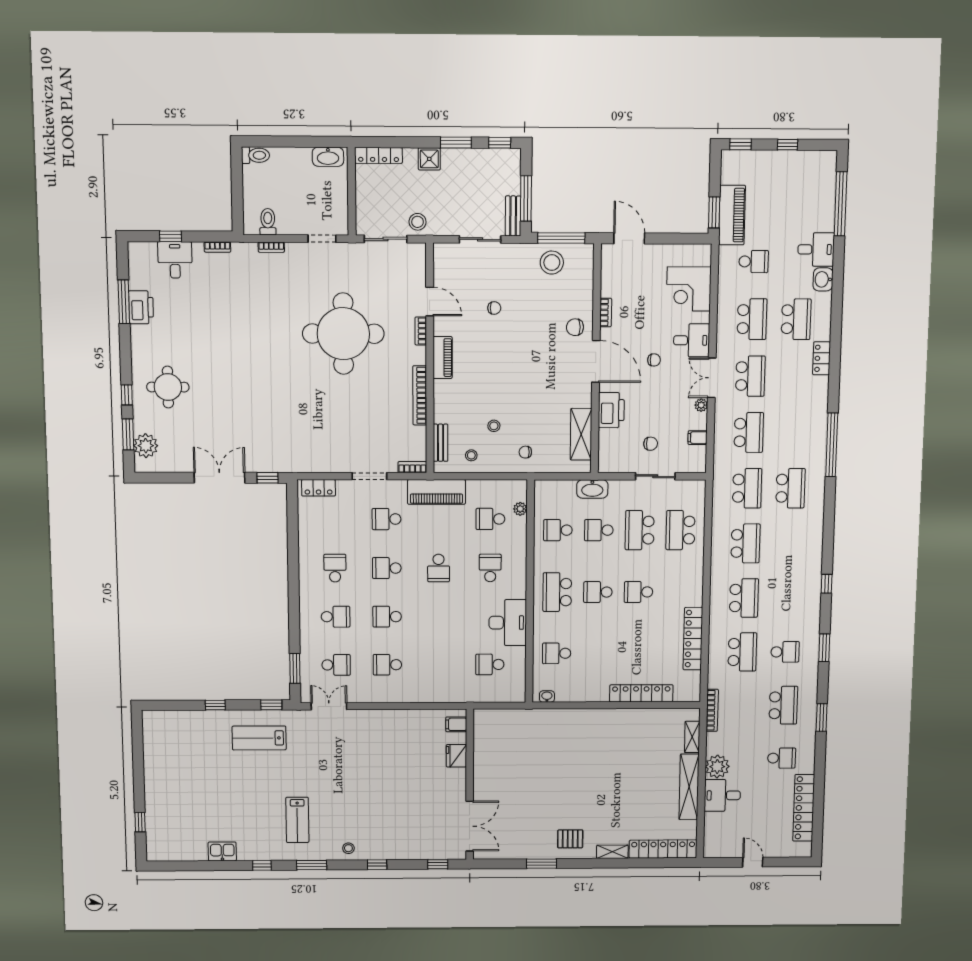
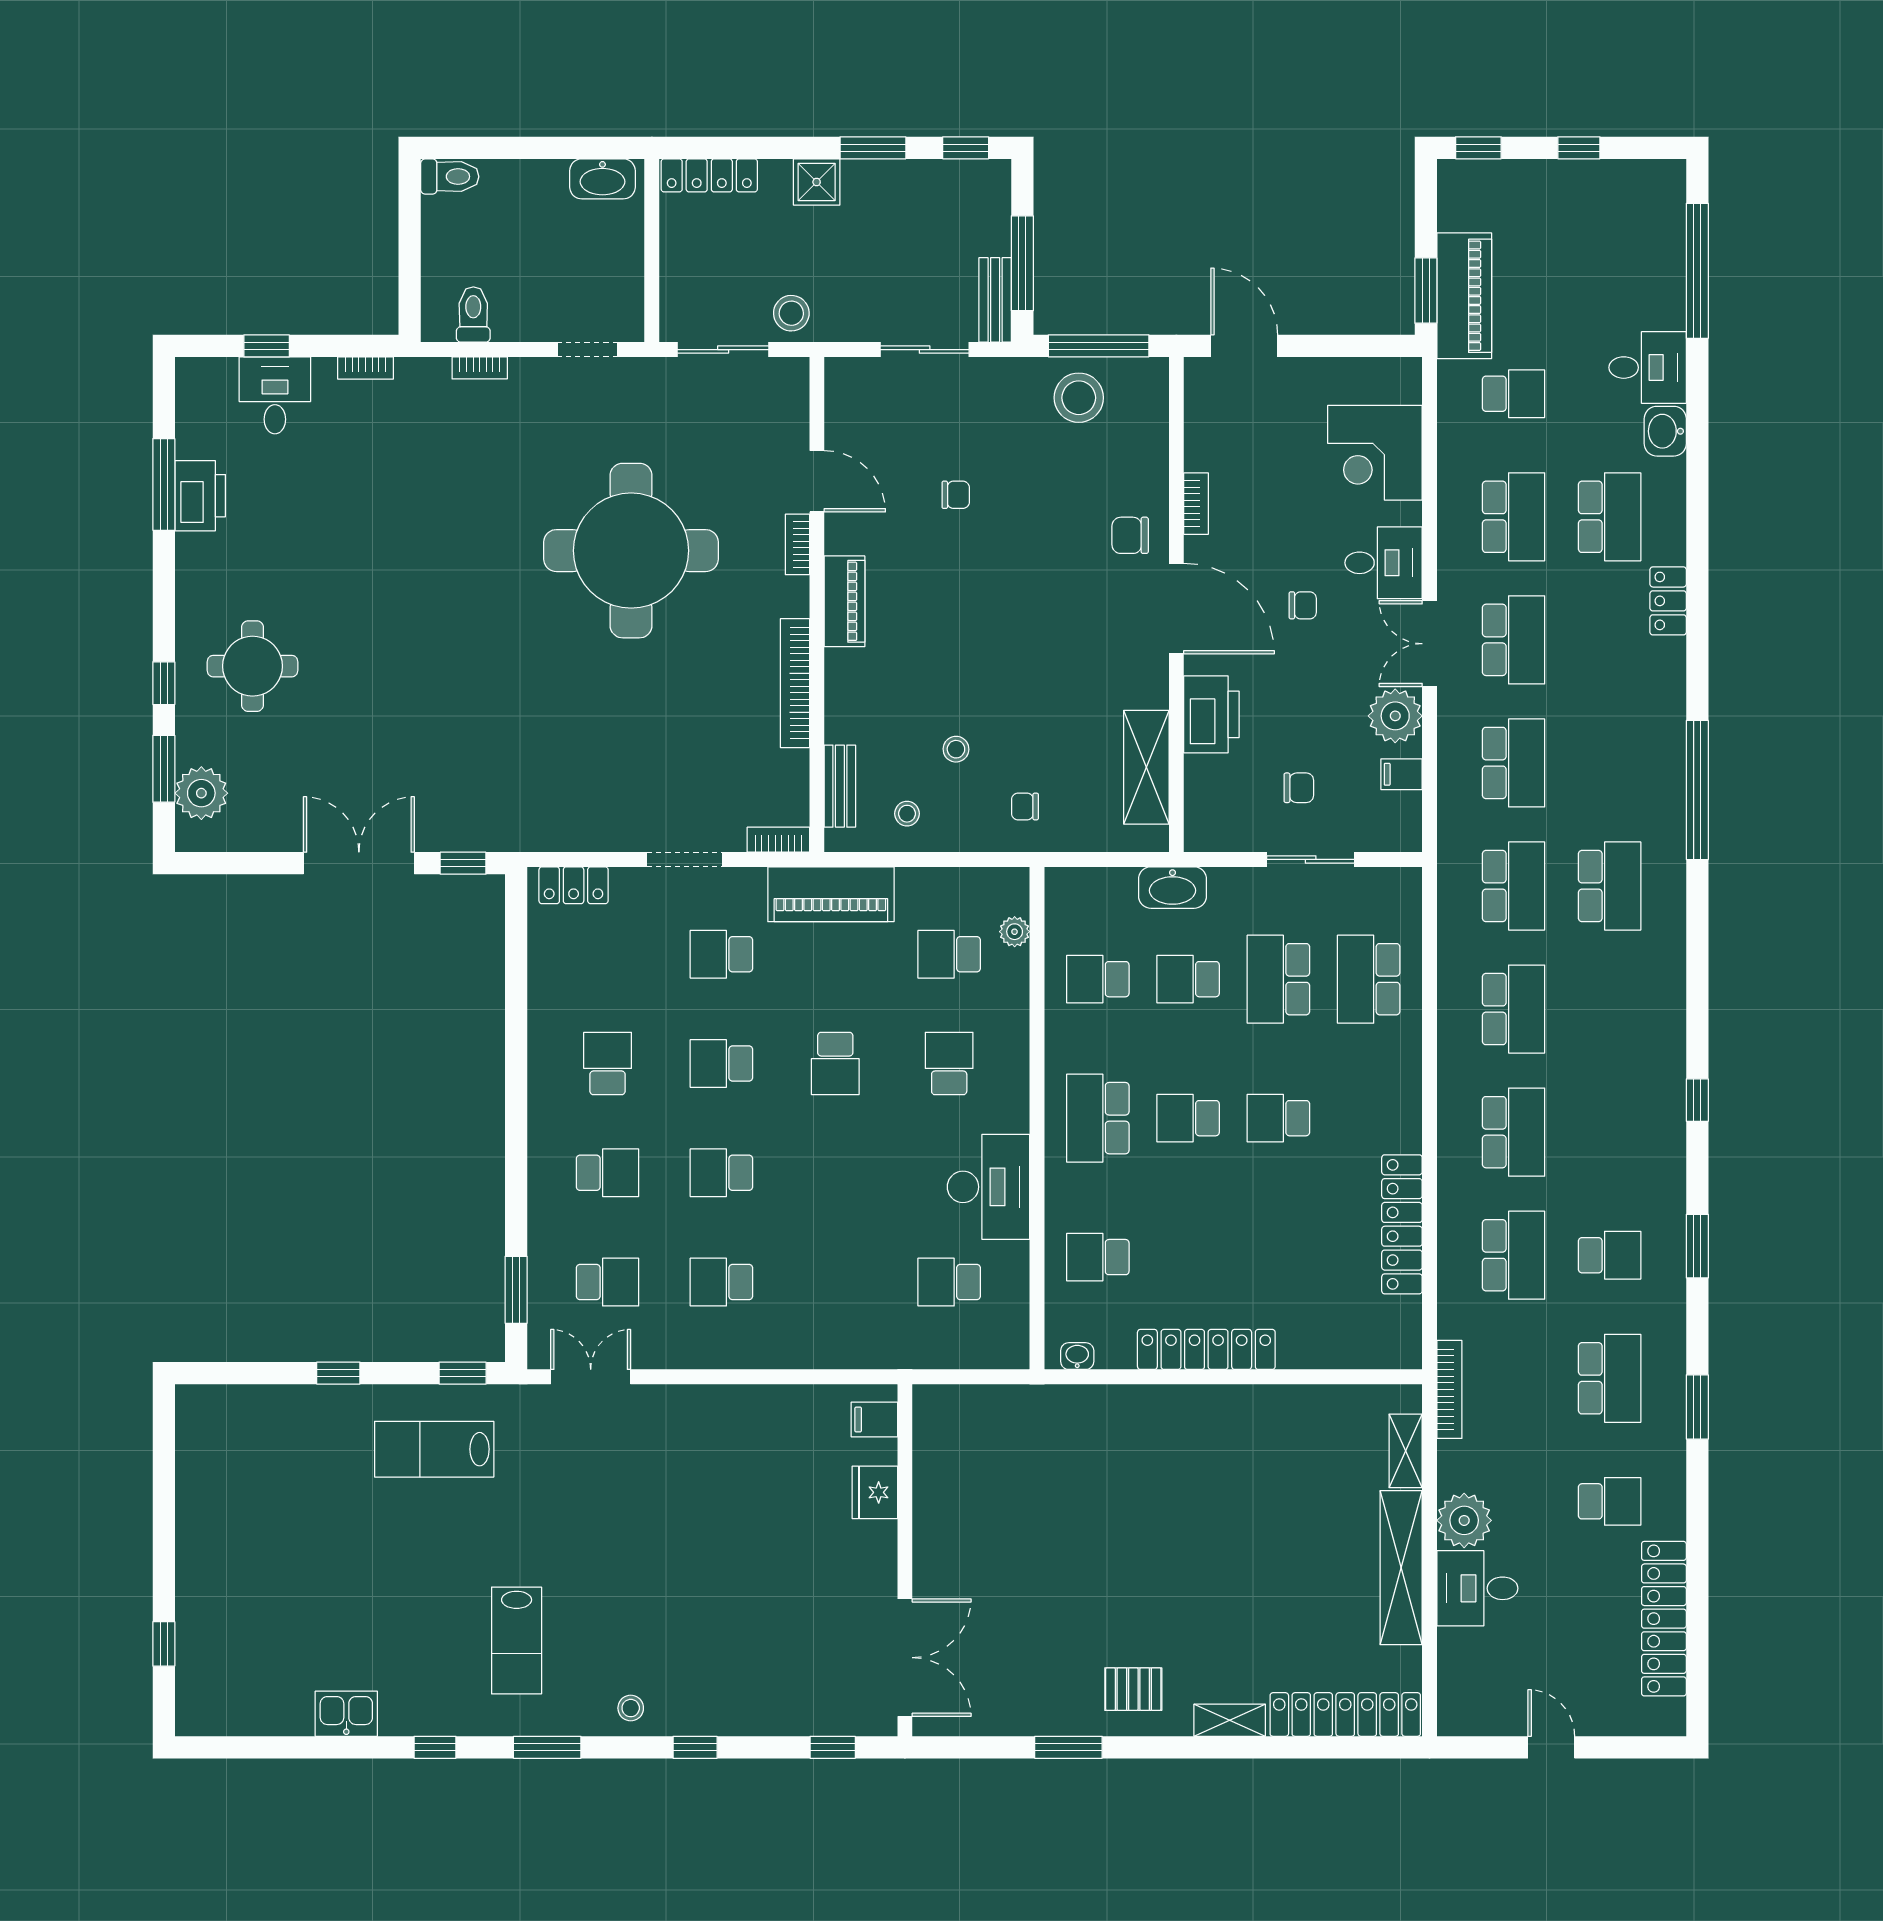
plant: (701, 405) -> (1395, 716), width x1.88, depth x1.88
locker: (641, 693) -> (1206, 1349), moved

